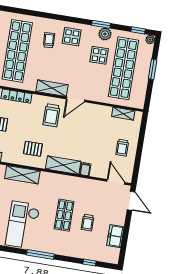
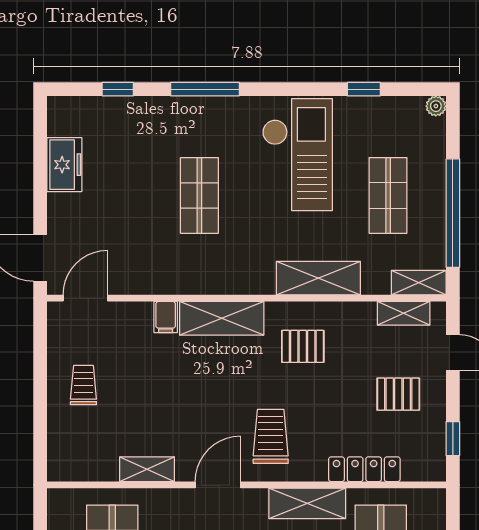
shelving: (52, 88) -> (307, 503), moved
shelving: (123, 114) -> (147, 469), moved
door: (116, 182) -> (85, 298), swing flipped
trolley: (88, 223) -> (138, 187), removed
window: (40, 254) -> (205, 89), moved

